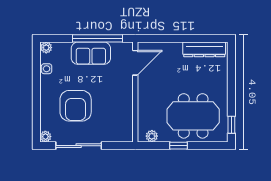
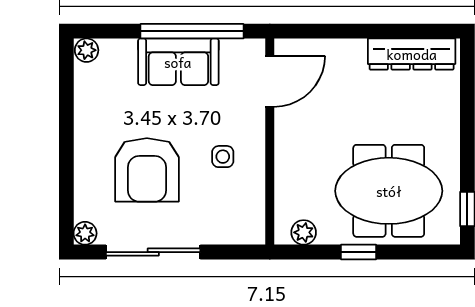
side table: (47, 69) -> (223, 157), moved

